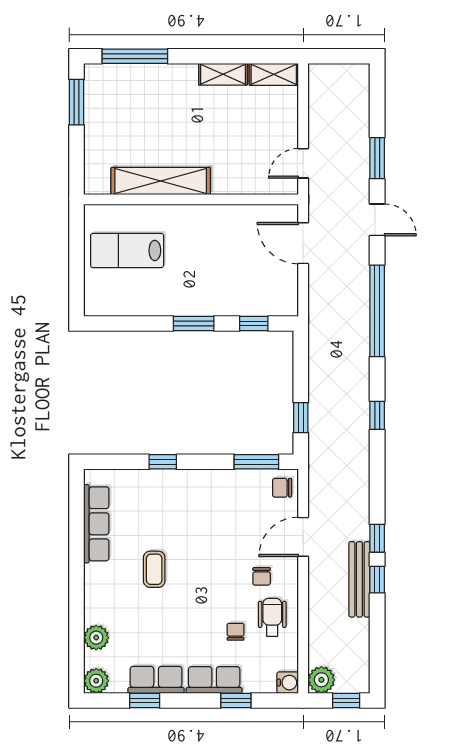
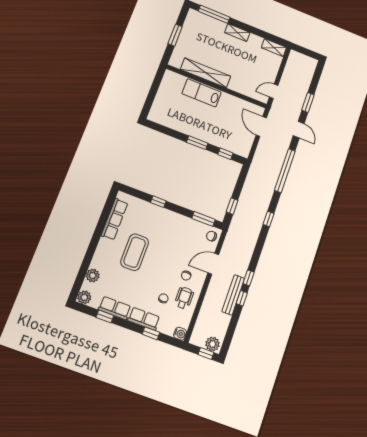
shelving: (223, 74) -> (237, 33), moved
window: (76, 102) -> (175, 35), moved
lab bench: (127, 250) -> (202, 93), moved
coffee table: (154, 569) -> (135, 252), width x1.86, depth x1.72
plant: (321, 680) -> (213, 344), moved

